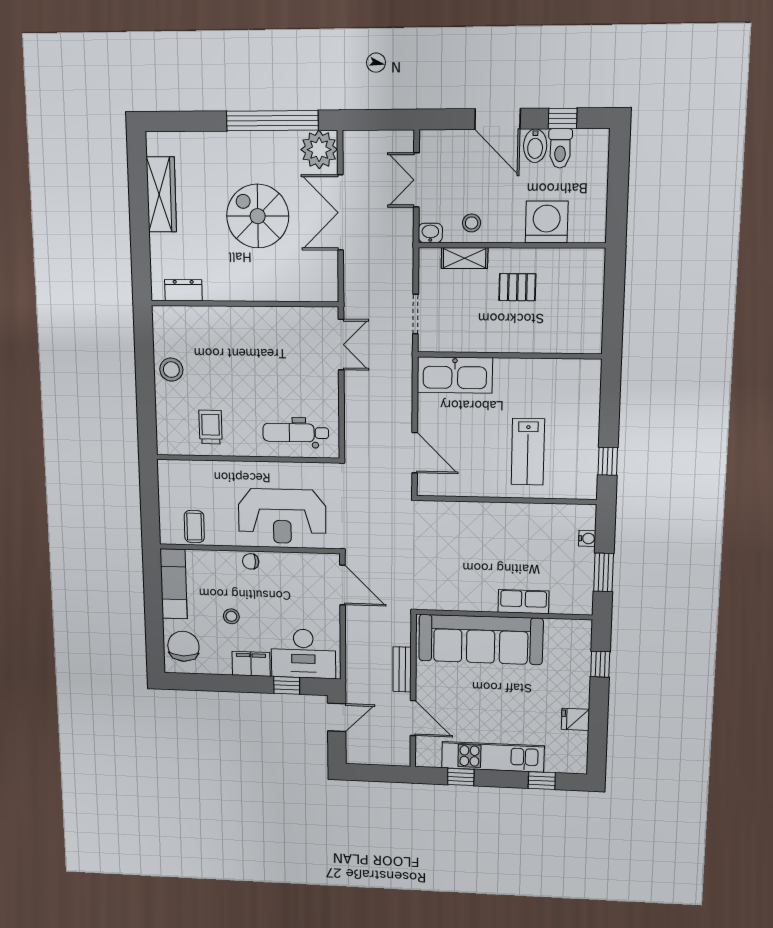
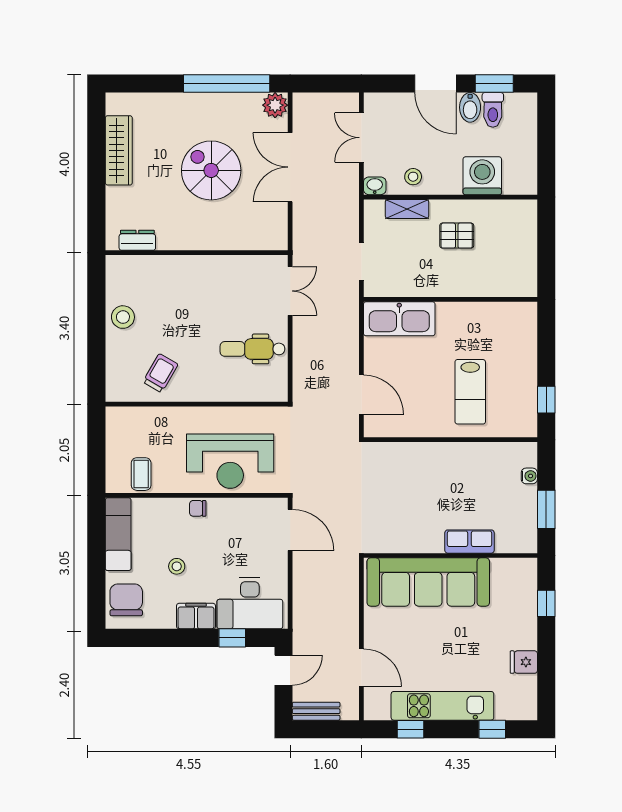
window: (563, 118) -> (494, 83), width x1.50
plant: (319, 150) -> (275, 105), width x0.73, depth x0.73
trolley: (211, 427) -> (160, 373), turned 30
dental chair: (296, 433) -> (252, 349), moved
bench: (402, 669) -> (316, 711), moved, turned 90

